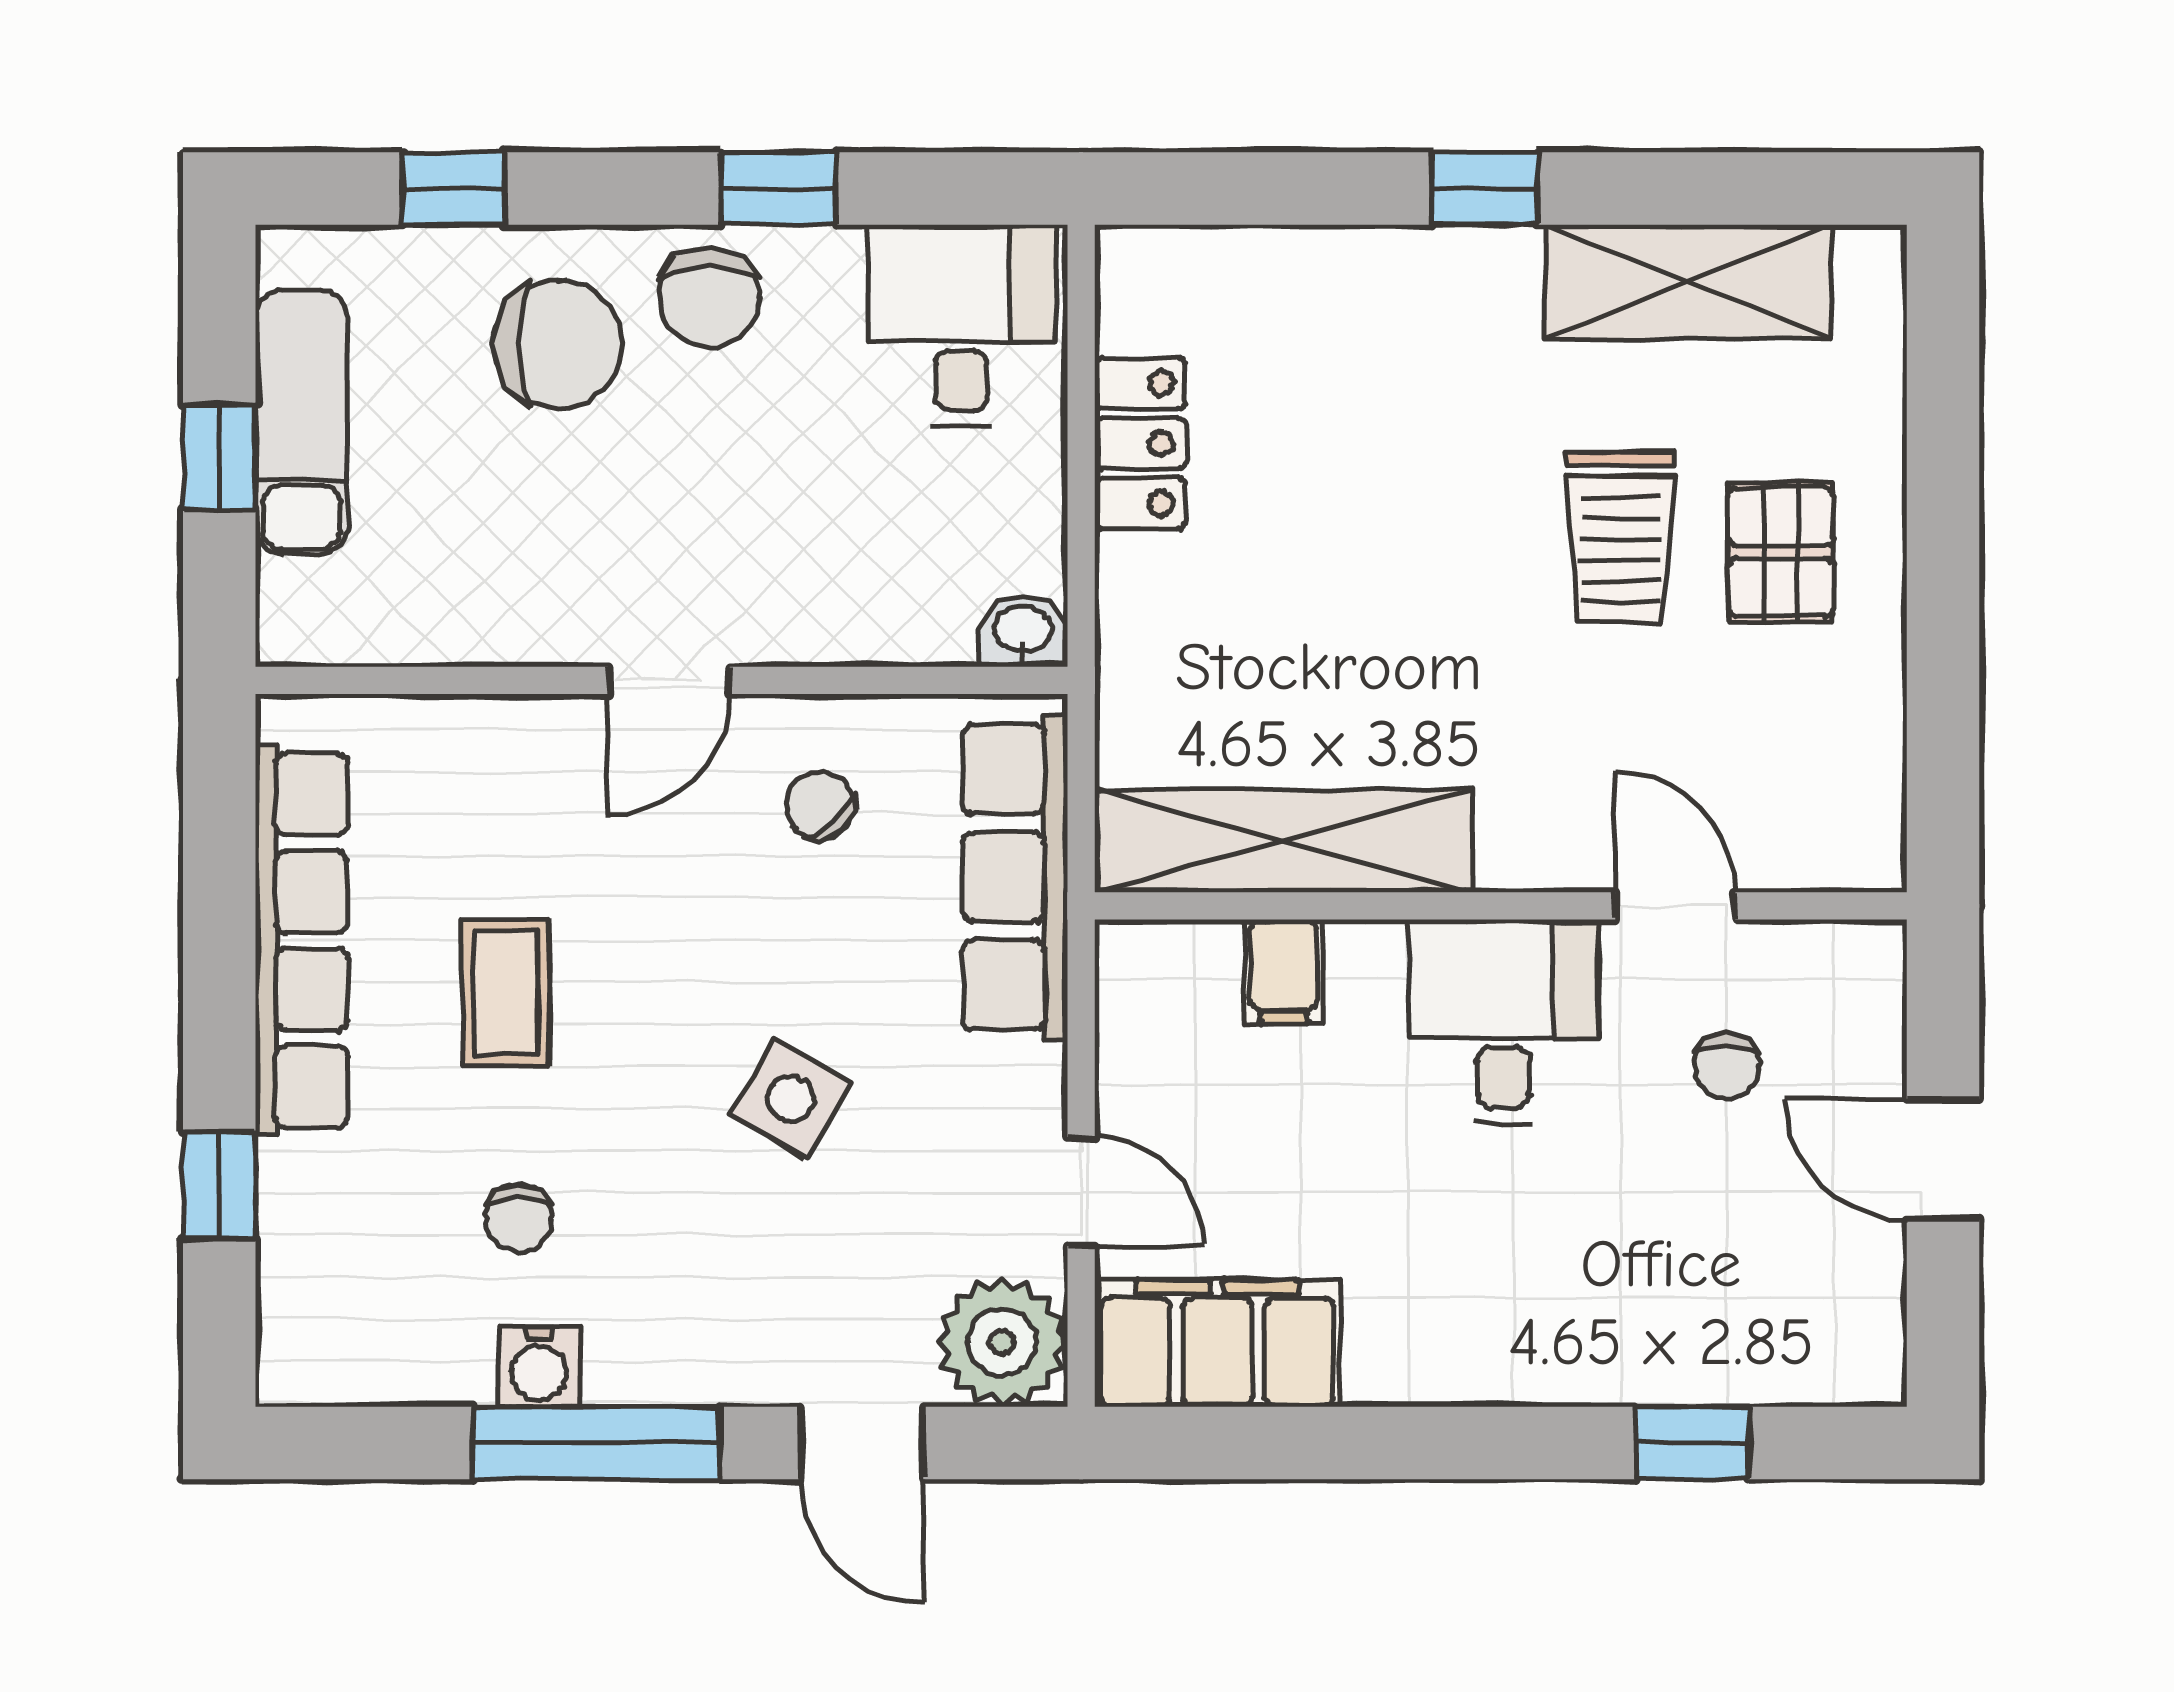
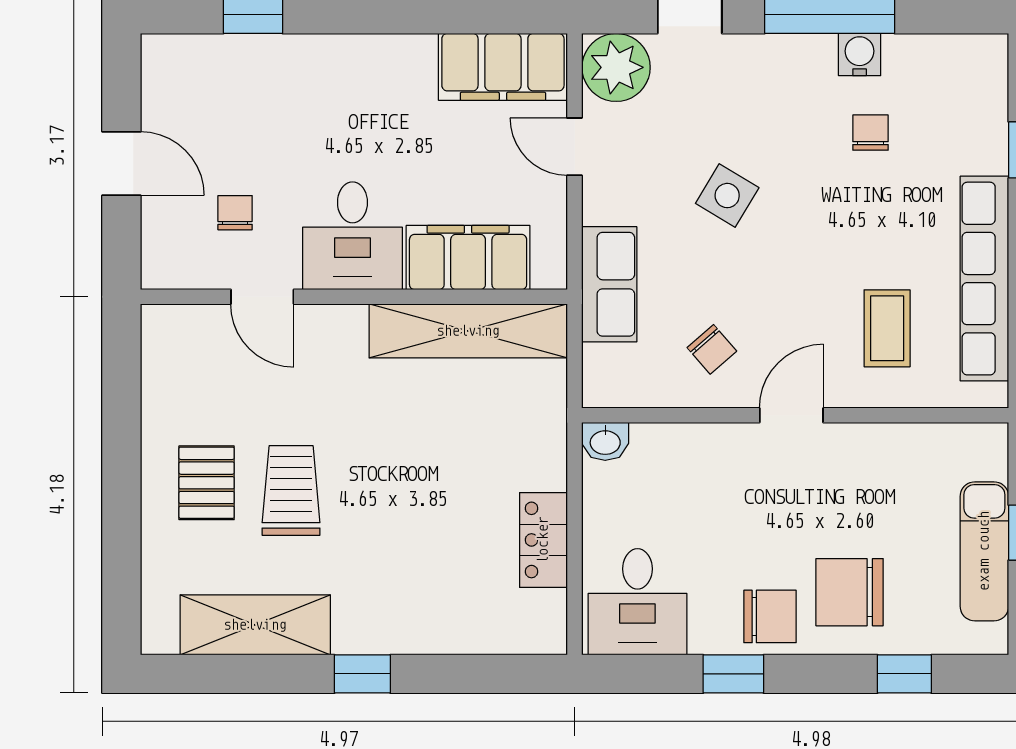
chair: (709, 298) -> (770, 616), turned 90
row of seats: (1015, 877) -> (609, 284), width x0.68
filing cabinet: (1284, 972) -> (468, 258), width x3.00, depth x1.17
coffee table: (506, 993) -> (887, 328), moved

